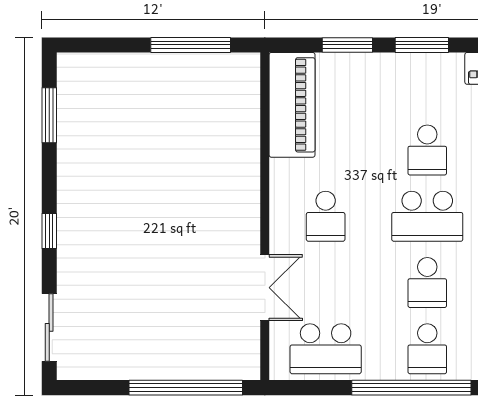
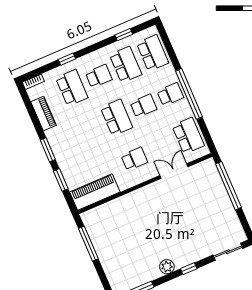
school desk: (427, 150) -> (90, 129), removed
plant: (73, 188) -> (167, 267), added

